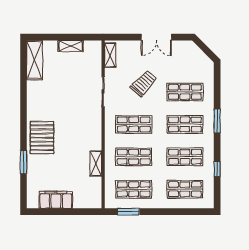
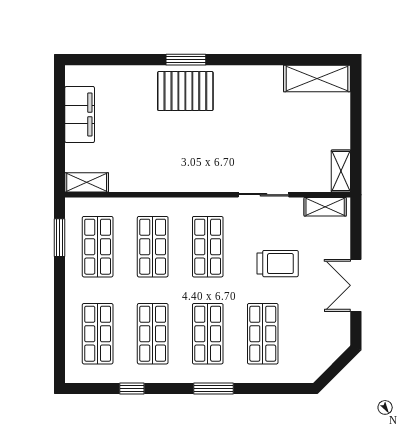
shelving: (71, 46) -> (341, 171), moved
trolley: (144, 83) -> (278, 264), turned -42
window: (24, 162) -> (186, 60), moved
shelving: (96, 163) -> (87, 182), moved

